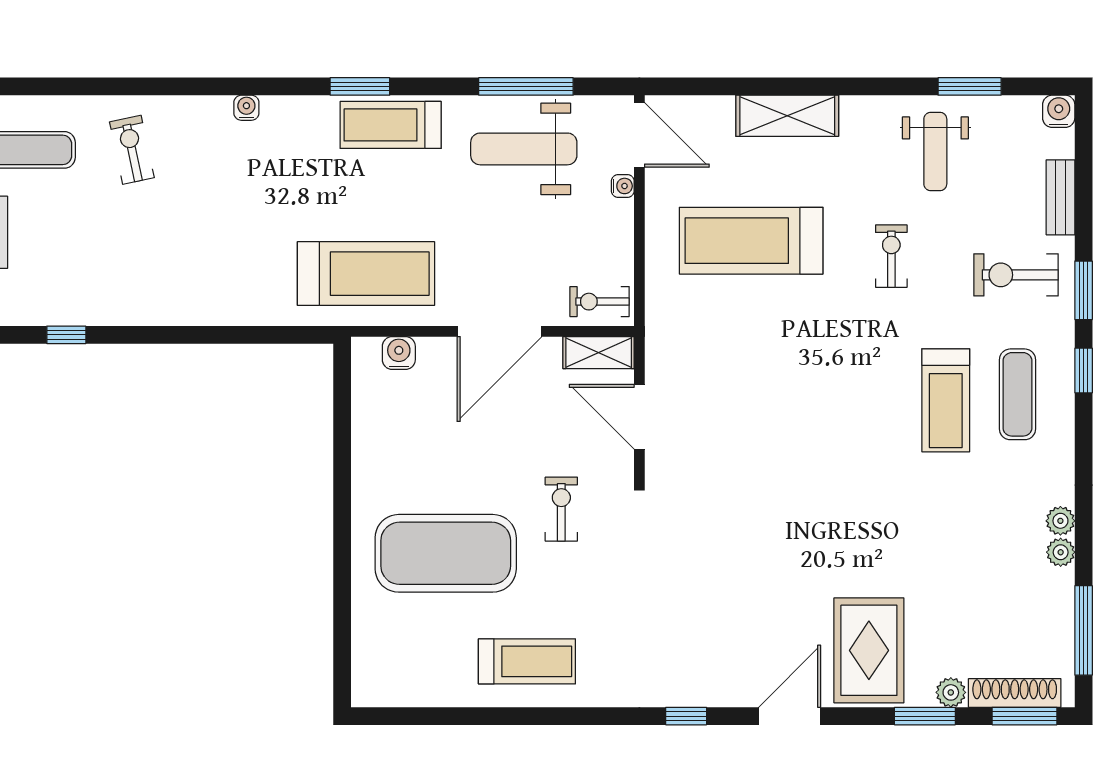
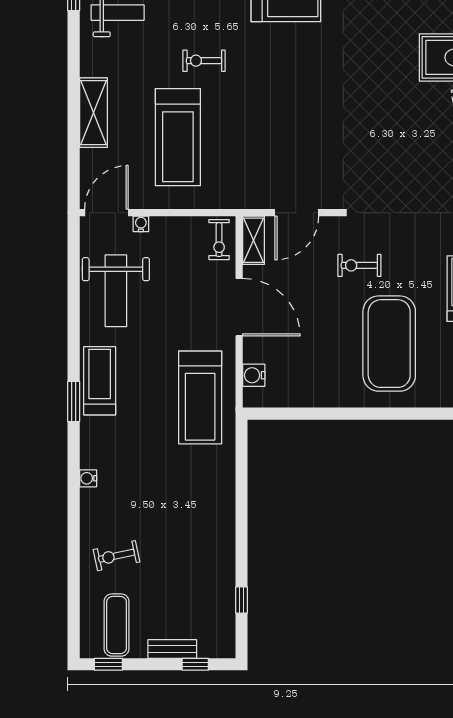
window: (526, 86) -> (74, 289), removed
treadmill: (391, 125) -> (100, 381), turned 180
exercise bike: (891, 256) -> (204, 61), moved
treadmill: (366, 274) -> (200, 397), turned 180

